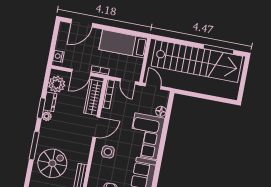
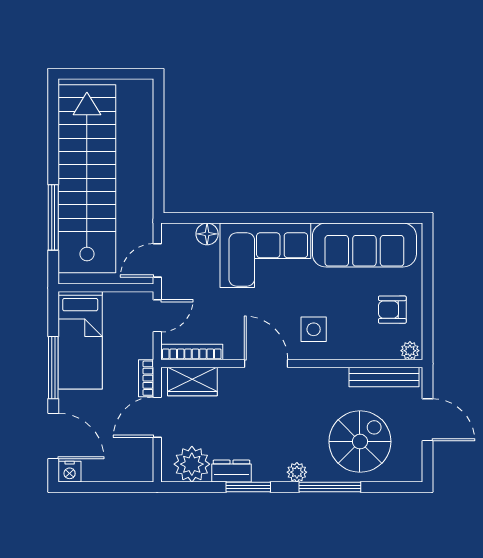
window: (113, 29) -> (53, 368), added
window: (219, 49) -> (53, 217), moved
nightstand: (58, 56) -> (70, 472), moved
door: (81, 72) -> (157, 417), swing flipped
wardrobe: (93, 97) -> (192, 382), width x0.67
plant: (47, 116) -> (297, 472), moved
spiral stairs: (52, 163) -> (360, 442), turned 90

